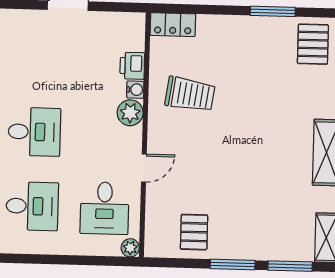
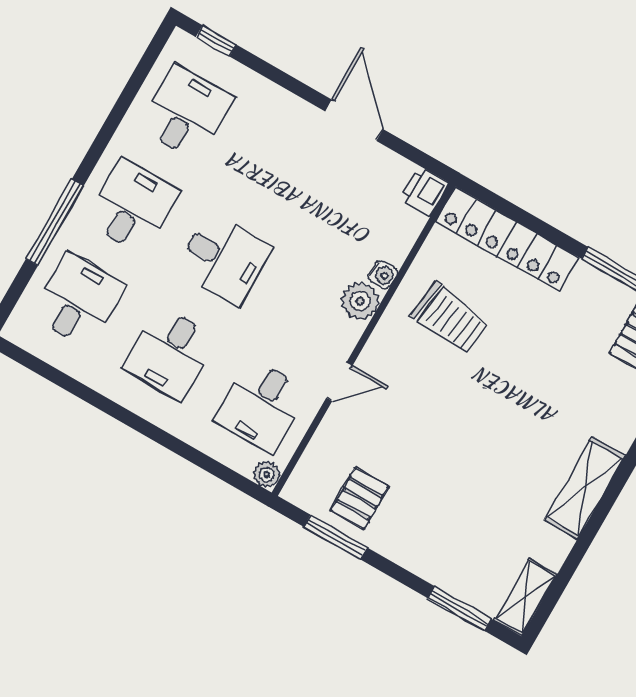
locker: (173, 25) -> (507, 239), width x2.16, depth x1.21
printer: (132, 66) -> (425, 191), moved
desk: (32, 206) -> (170, 353), turned 90
window: (233, 264) -> (336, 537), moved

